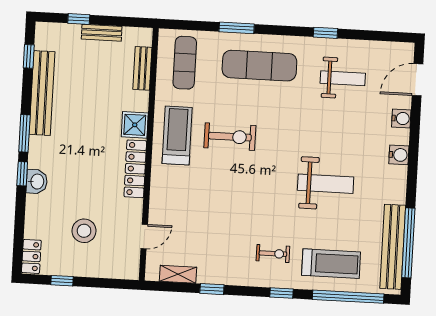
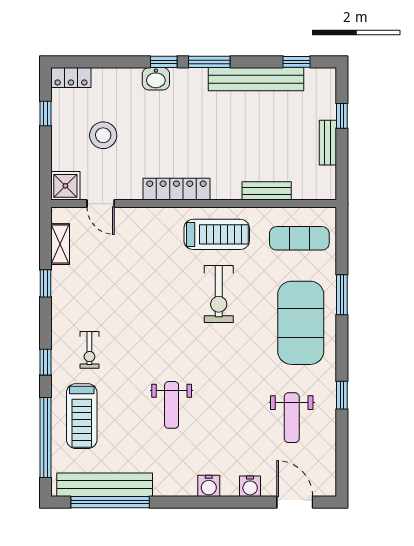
exercise mat: (259, 66) -> (301, 323), width x1.47
bench: (142, 68) -> (267, 191), moved
shower: (135, 125) -> (65, 186), moved
weight bench: (326, 184) -> (172, 405), width x0.73, depth x0.75

